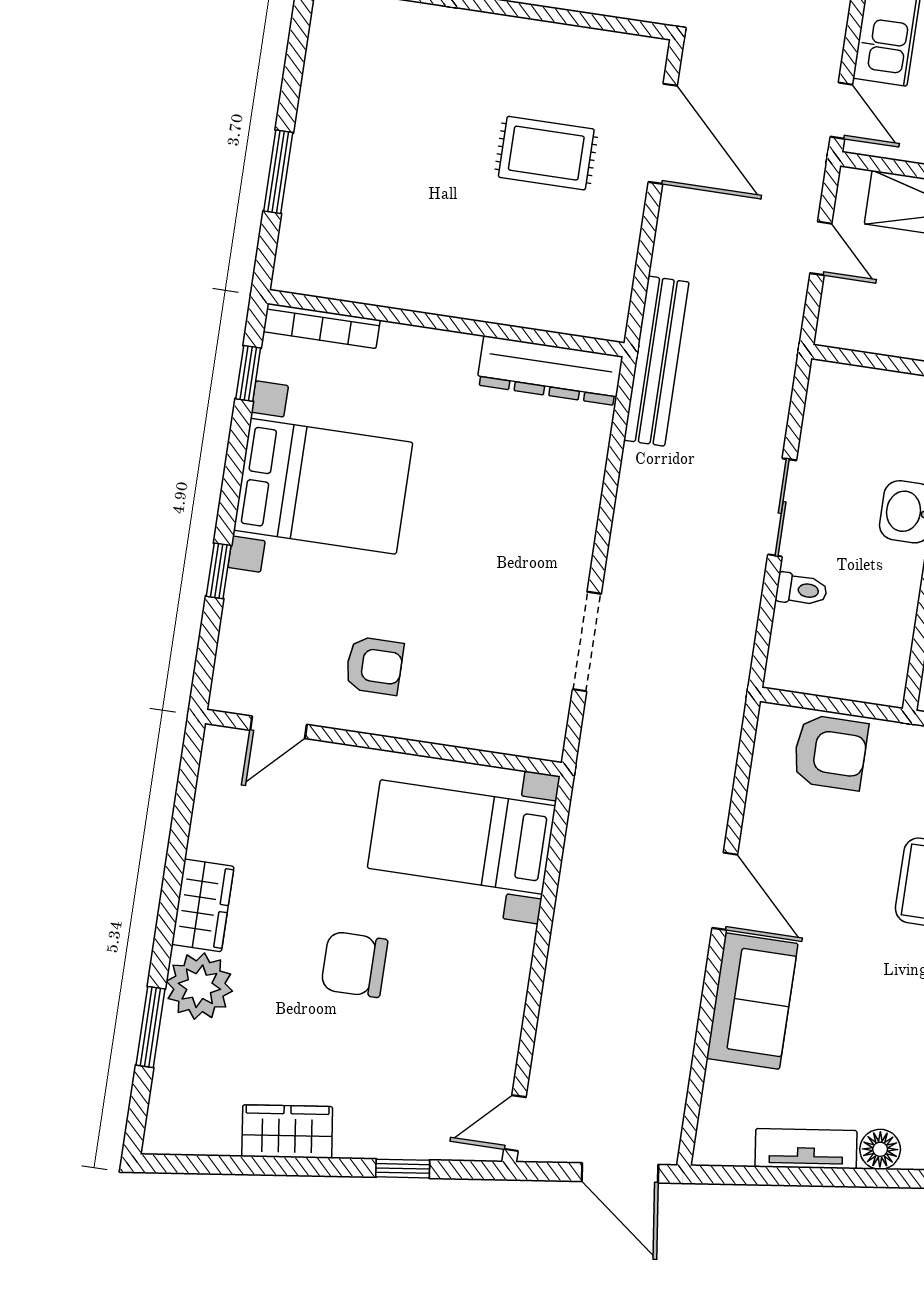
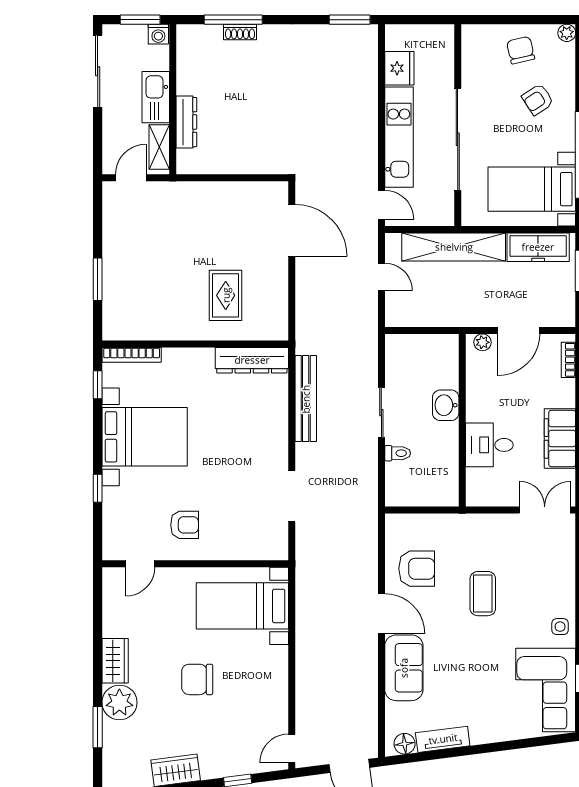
rug: (546, 153) -> (226, 295), moved, turned 90
bench: (656, 361) -> (306, 399), moved
armchair: (830, 752) -> (417, 569), moved
floor lamp: (880, 1149) -> (405, 744), moved

